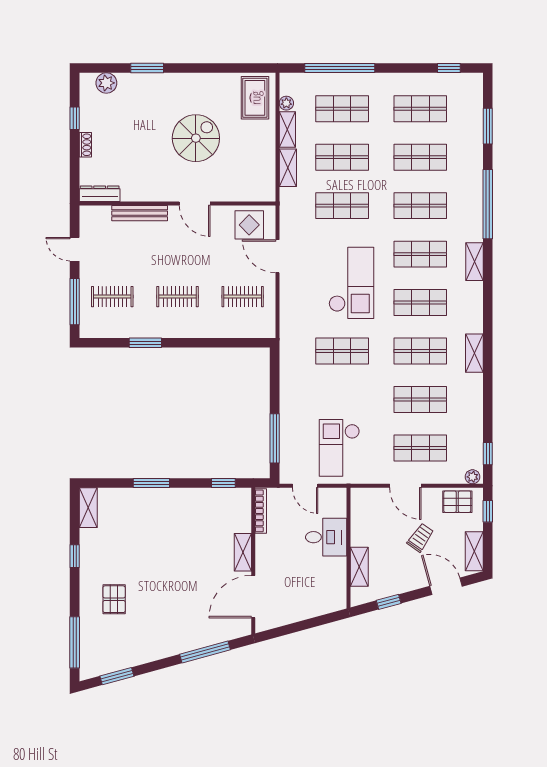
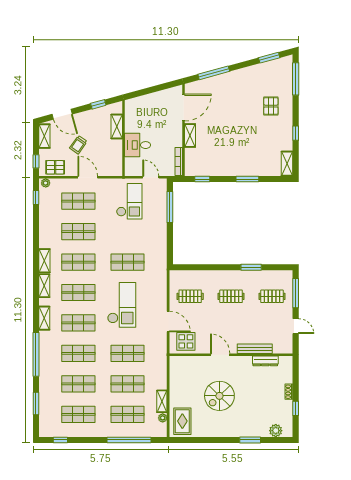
shelving: (288, 168) -> (44, 286), moved
dresser: (100, 194) -> (265, 361), moved
checkout: (351, 283) -> (122, 305), turned 180

